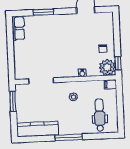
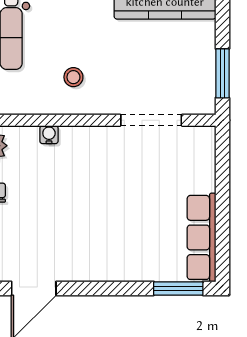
window: (43, 12) -> (178, 288), moved
row of seats: (18, 28) -> (201, 237), width x1.48

